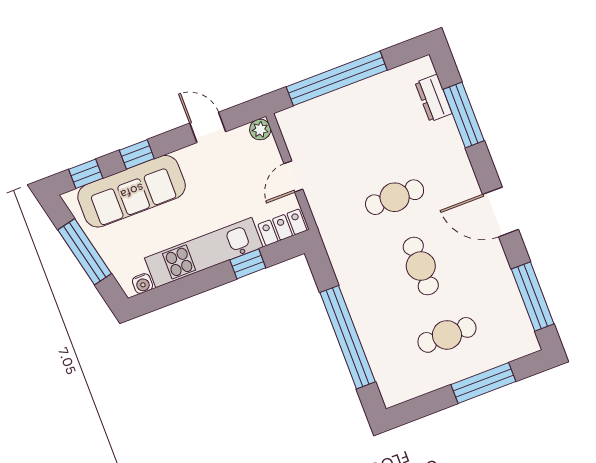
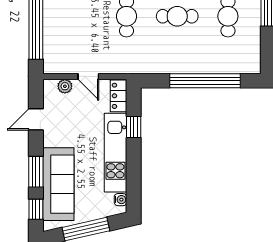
plant: (260, 130) -> (65, 86), moved
window: (137, 154) -> (36, 172), width x1.50

